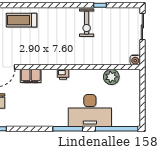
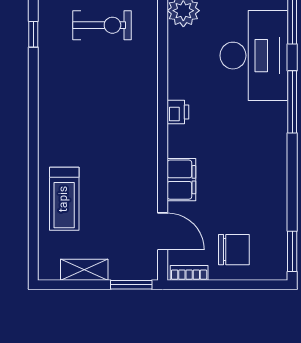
exercise bike: (87, 23) -> (102, 25), moved

